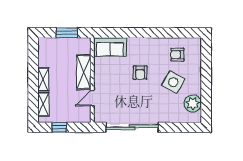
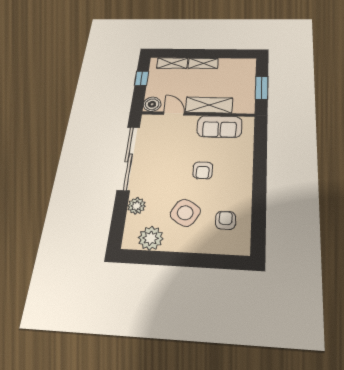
sofa: (110, 47) -> (219, 127), moved, turned -90
armchair: (140, 73) -> (203, 170), turned -90
boiler: (84, 116) -> (152, 104), added
plant: (170, 116) -> (137, 206), added

